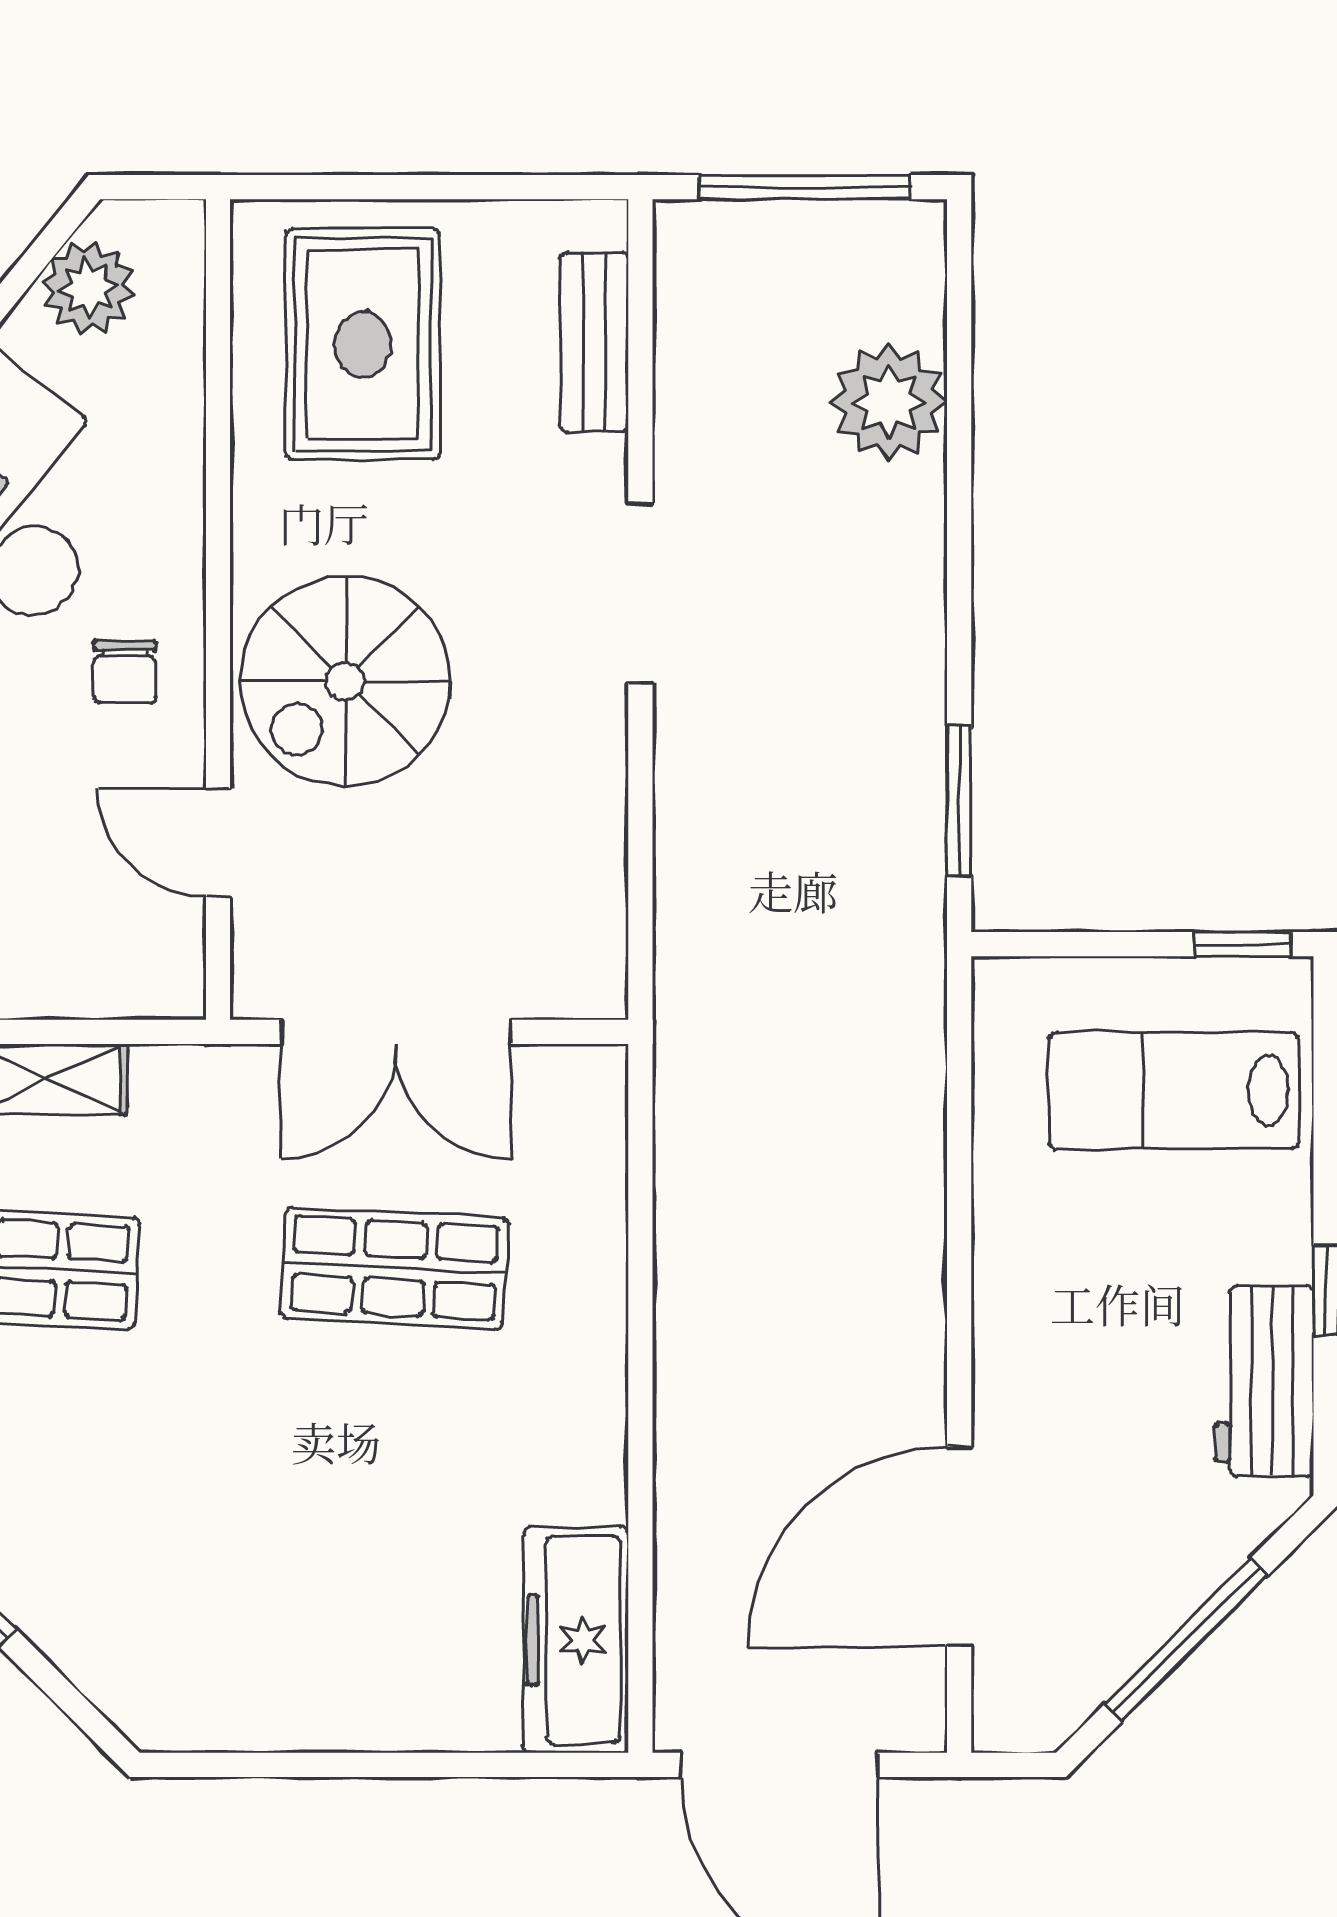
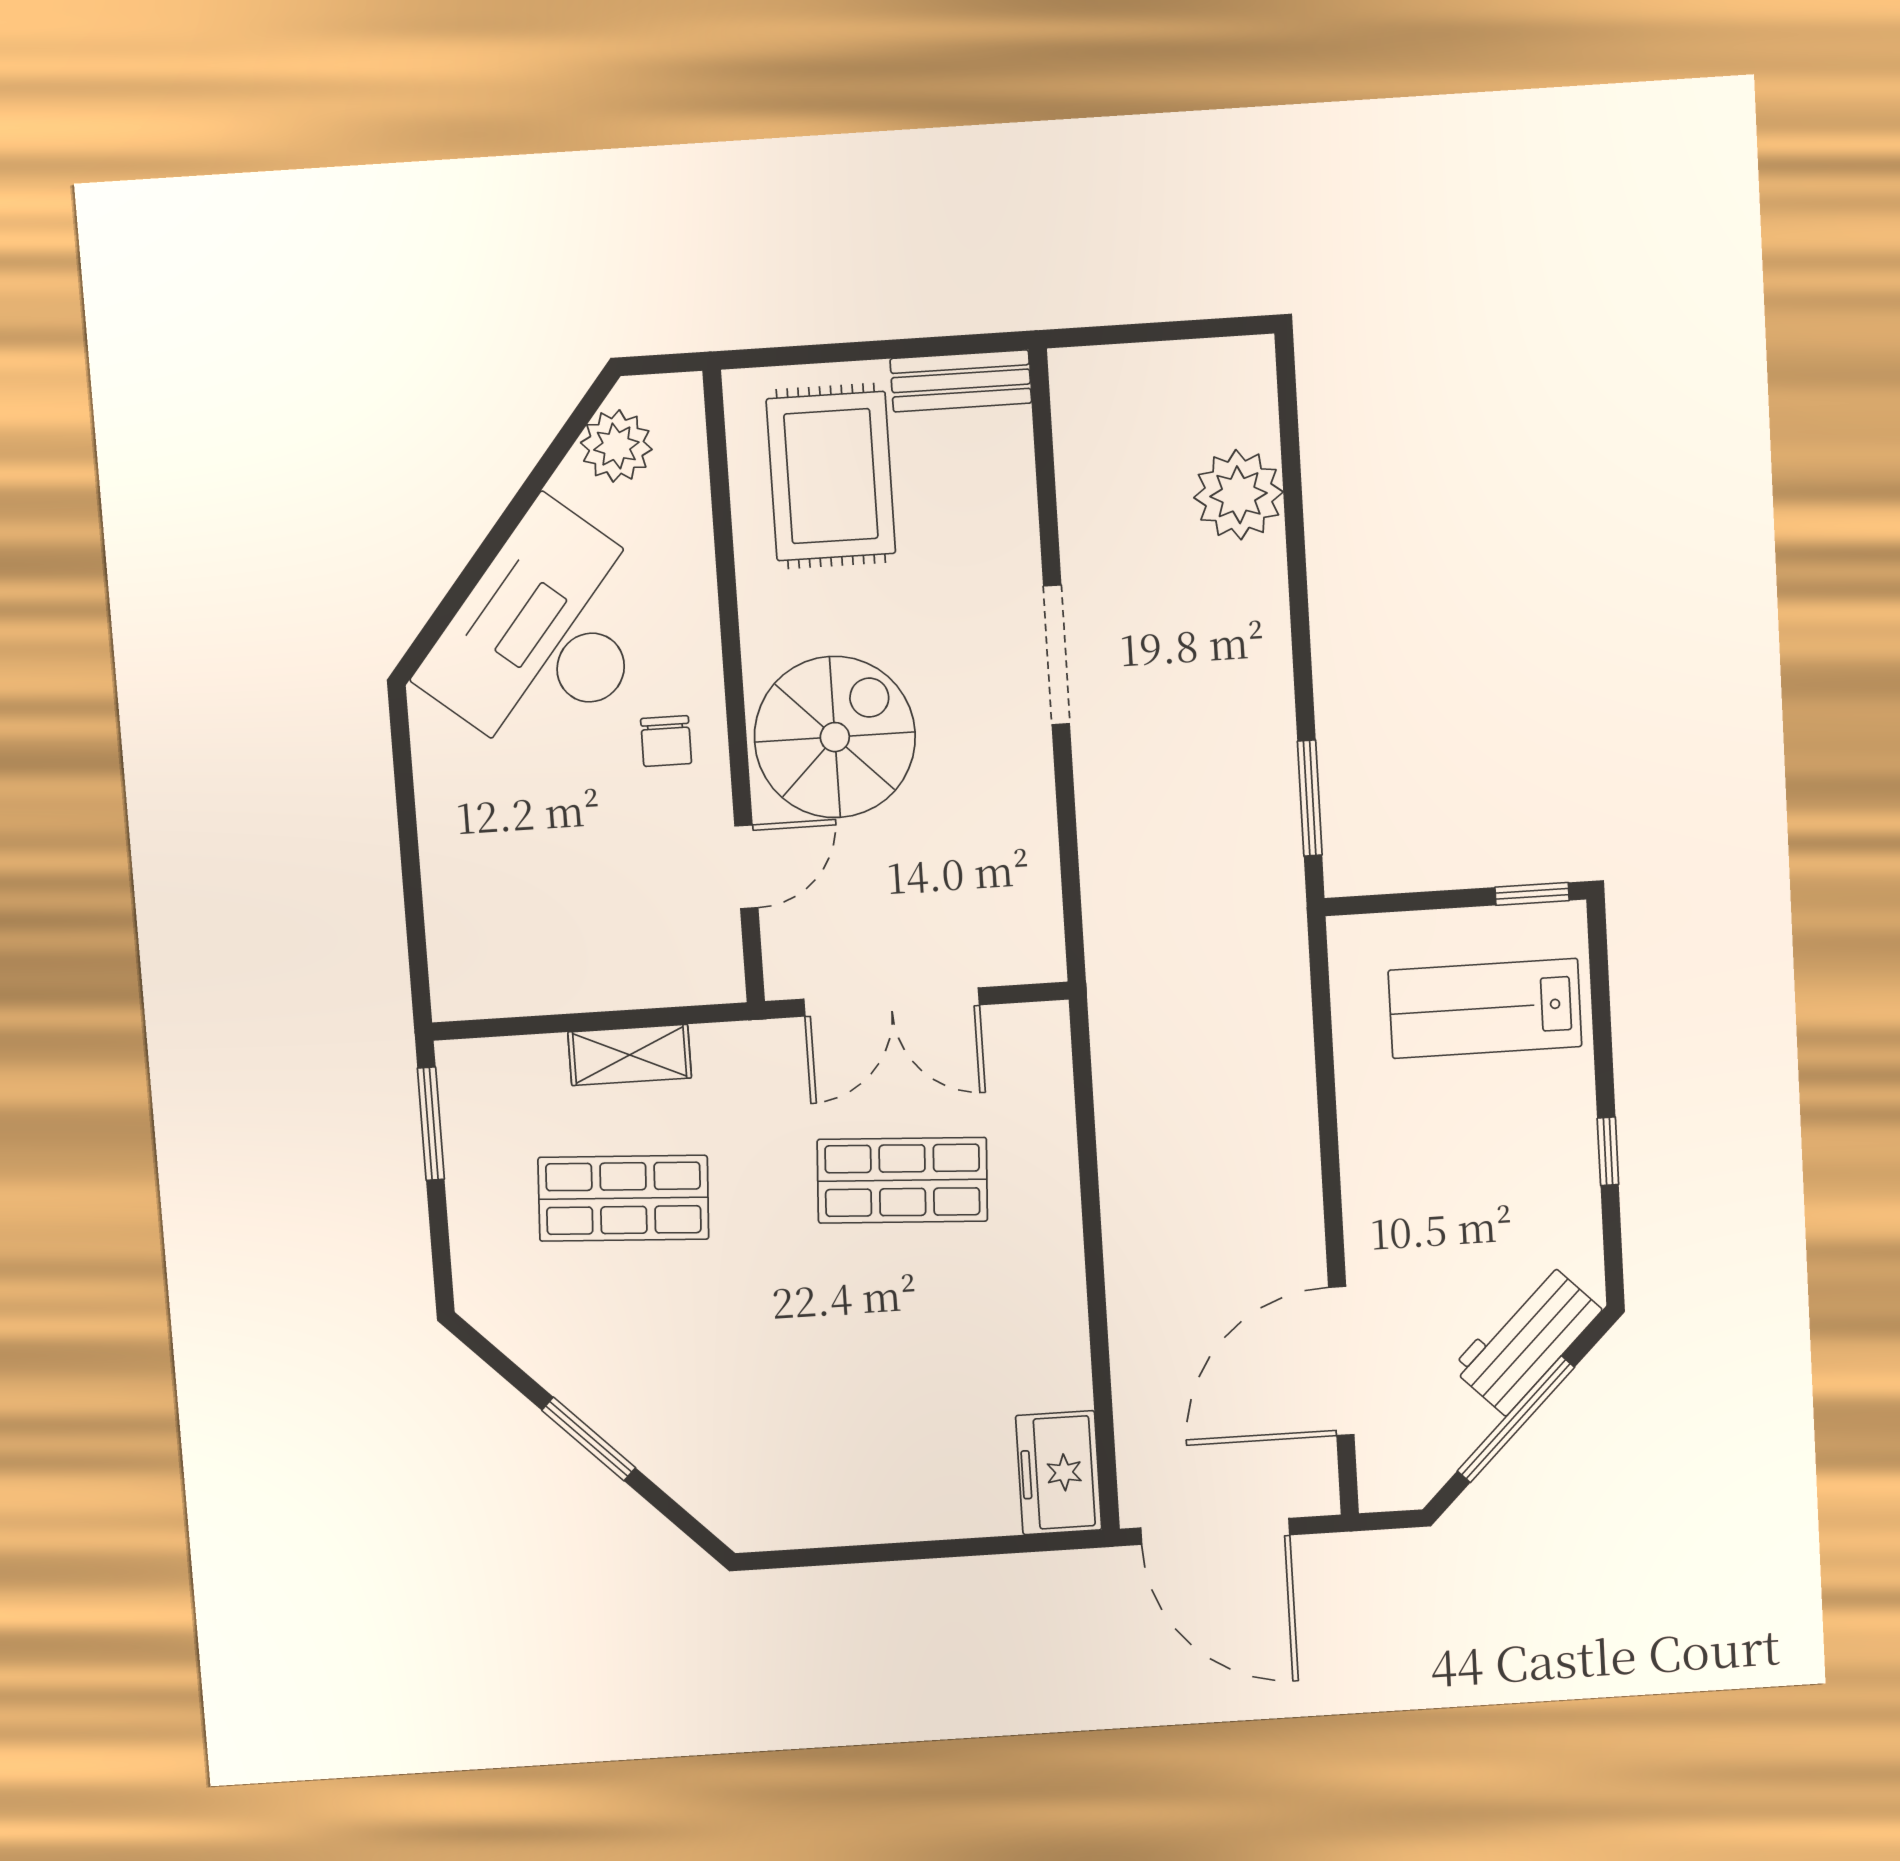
window: (805, 187) -> (1164, 331), removed
bench: (594, 342) -> (961, 381), moved, turned 90
spiral stairs: (345, 681) -> (835, 737), turned 180
door: (218, 843) -> (746, 867), swing flipped
workbench: (1264, 1381) -> (1527, 1339), moved, turned 45
freezer: (576, 1640) -> (1059, 1473), width x0.71

